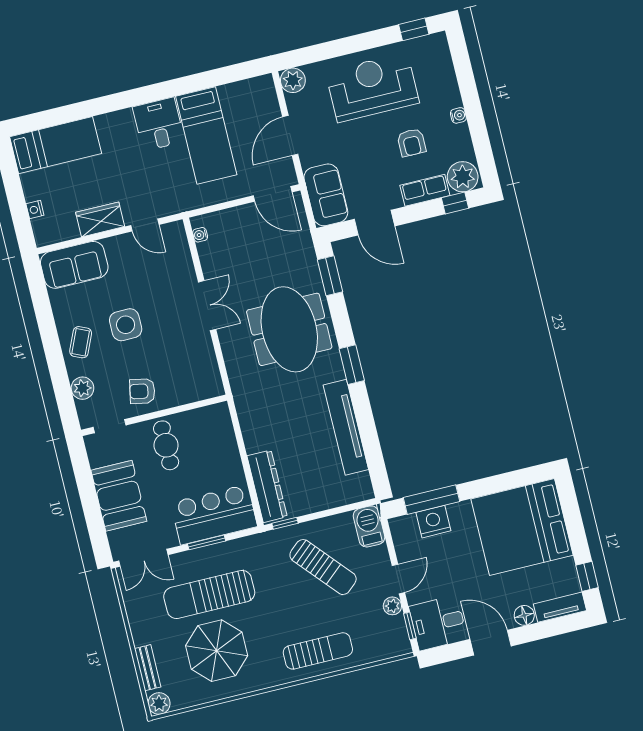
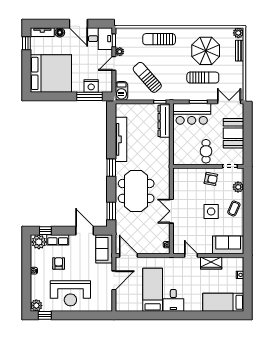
plant: (293, 80) -> (36, 306), moved
sun lounger: (209, 594) -> (203, 78), width x0.73, depth x0.75

